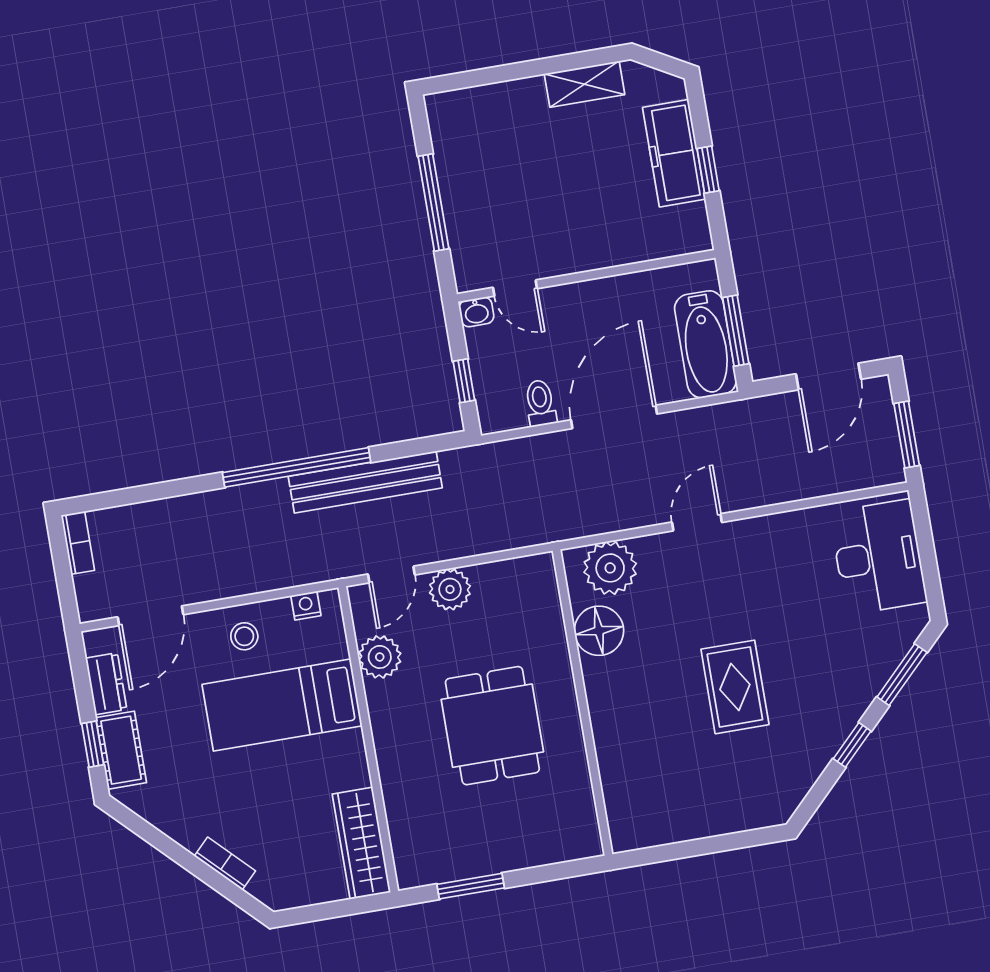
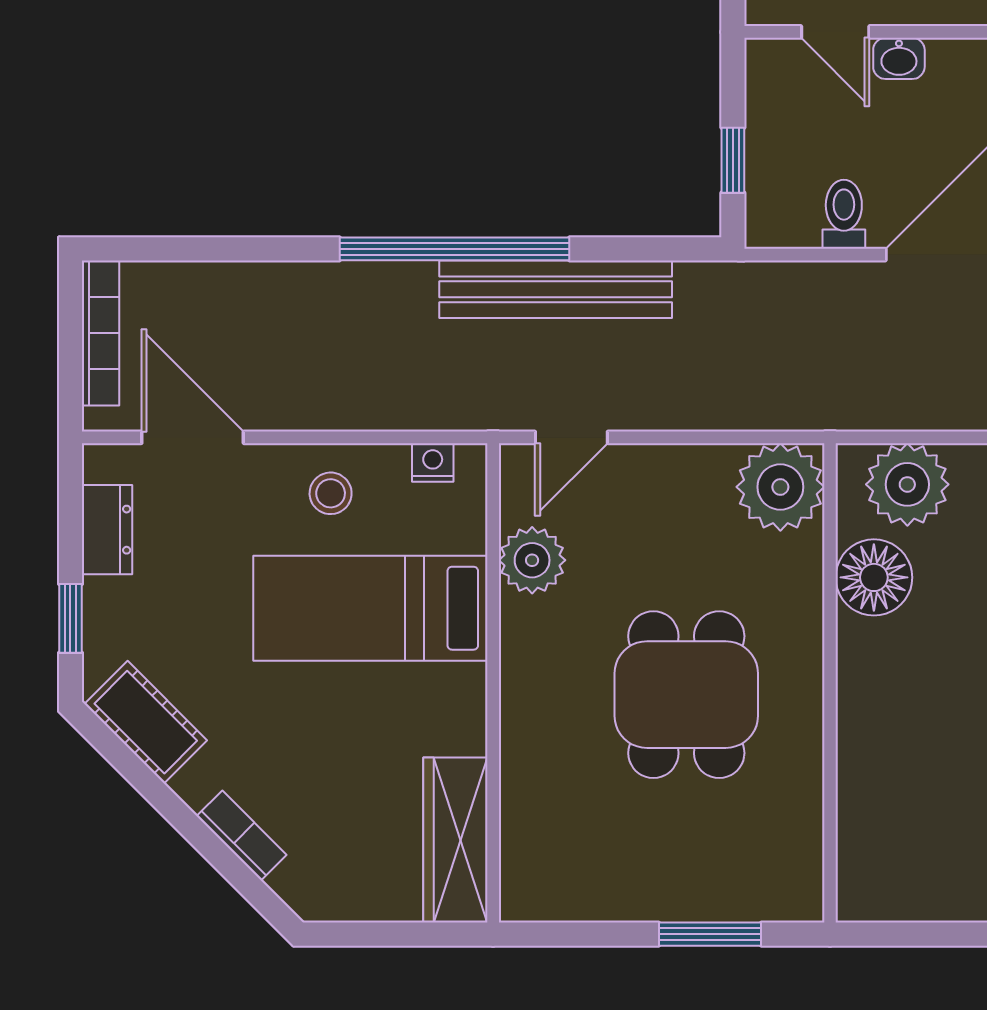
washbasin: (476, 312) -> (899, 58), moved
bookcase: (78, 543) -> (101, 333), width x1.56
plant: (450, 589) -> (780, 487), moved, width x1.36, depth x1.36
door: (150, 616) -> (193, 437), swing flipped
cot: (121, 750) -> (146, 722), moved, turned -45
window: (471, 886) -> (710, 934), moved

